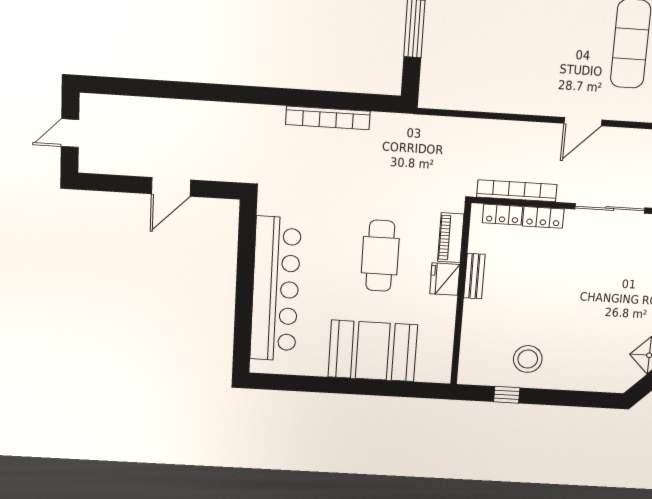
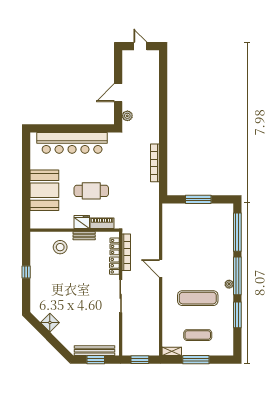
door: (583, 122) -> (161, 268), moved
plant: (222, 171) -> (127, 116), added
door: (171, 187) -> (118, 93), hinge flipped
stool: (528, 359) -> (60, 247), moved
window: (507, 395) -> (26, 272), moved

